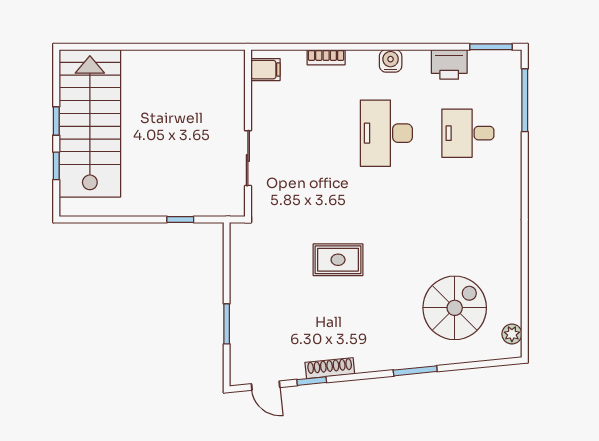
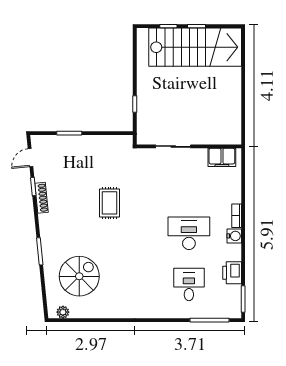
bookcase: (326, 57) -> (237, 216), moved
filing cabinet: (265, 70) -> (222, 157), width x2.00
spiral stairs: (455, 308) -> (79, 276), turned -90

